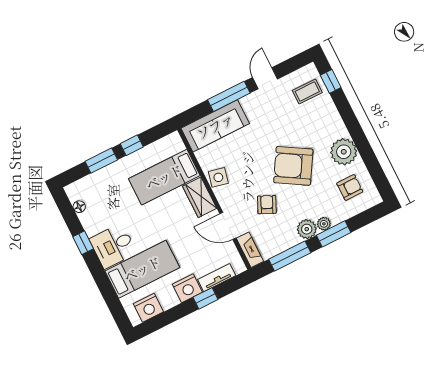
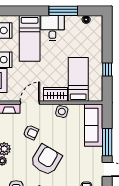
window: (101, 161) -> (107, 47), removed
window: (83, 243) -> (63, 11), width x2.17

